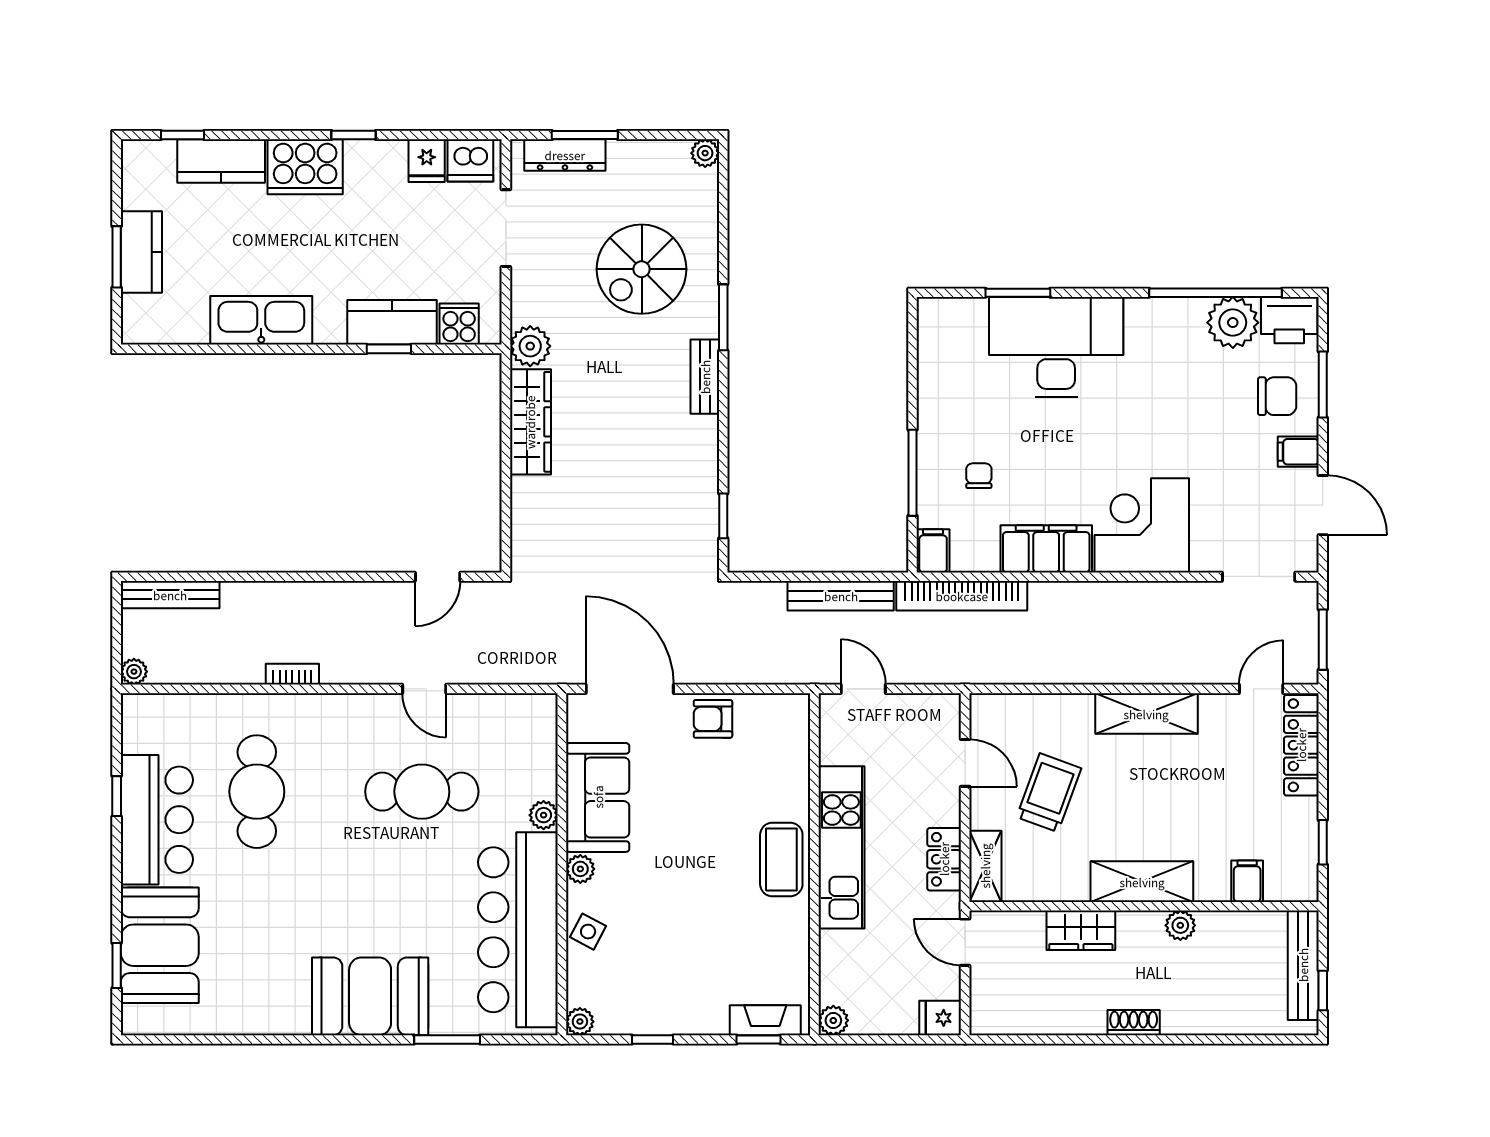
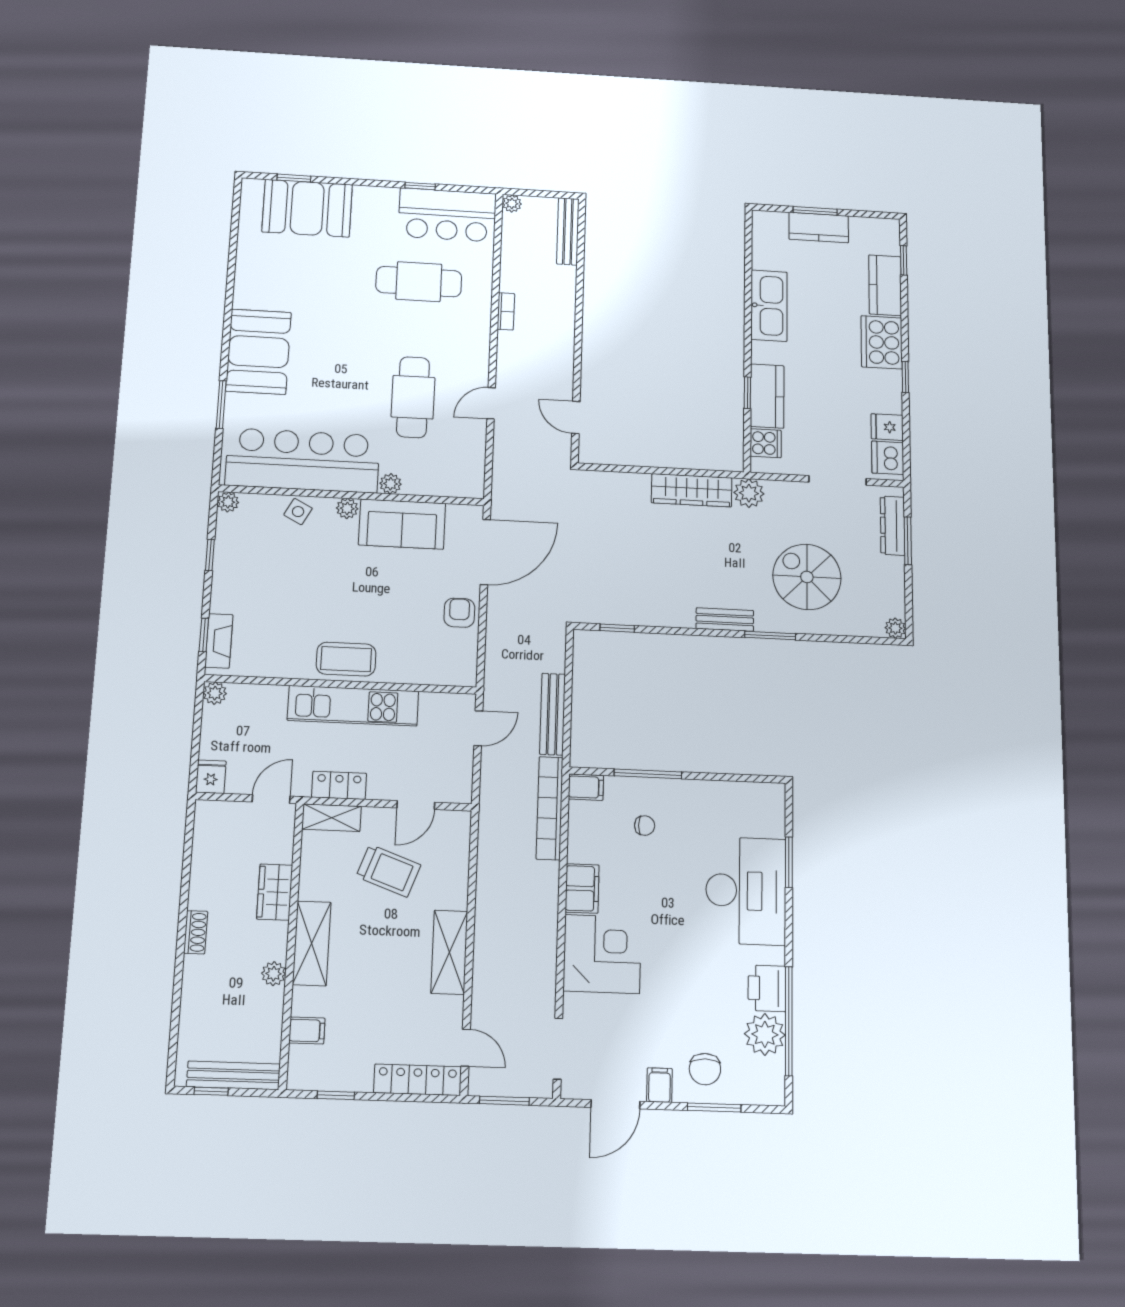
printer: (1289, 320) -> (767, 988), moved
filing cabinet: (1046, 549) -> (582, 888), width x0.67, depth x0.86
bar counter: (157, 820) -> (447, 215), moved

